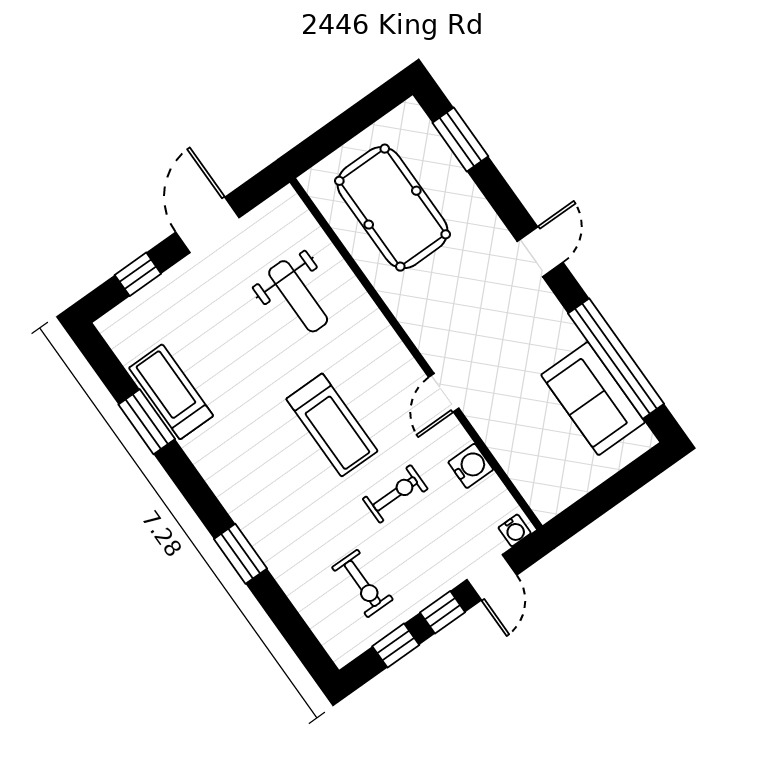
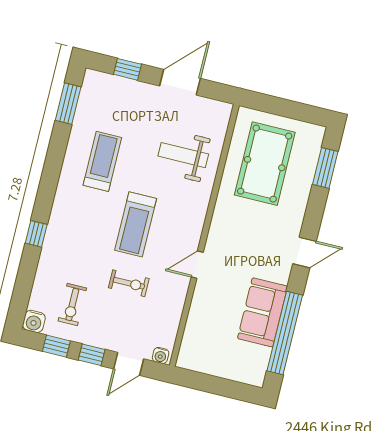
weight bench: (298, 296) -> (183, 155), turned 90
treadmill: (171, 392) -> (102, 161), moved
sofa: (593, 399) -> (263, 312), moved
window: (147, 422) -> (68, 104), moved
water cooler: (471, 466) -> (34, 321), moved, turned 90
window: (240, 554) -> (36, 234), width x0.67

